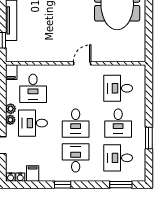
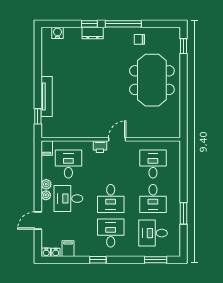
printer: (65, 71) -> (100, 147), added
desk: (33, 88) -> (68, 164), turned 180
desk: (118, 88) -> (153, 164), turned 90

